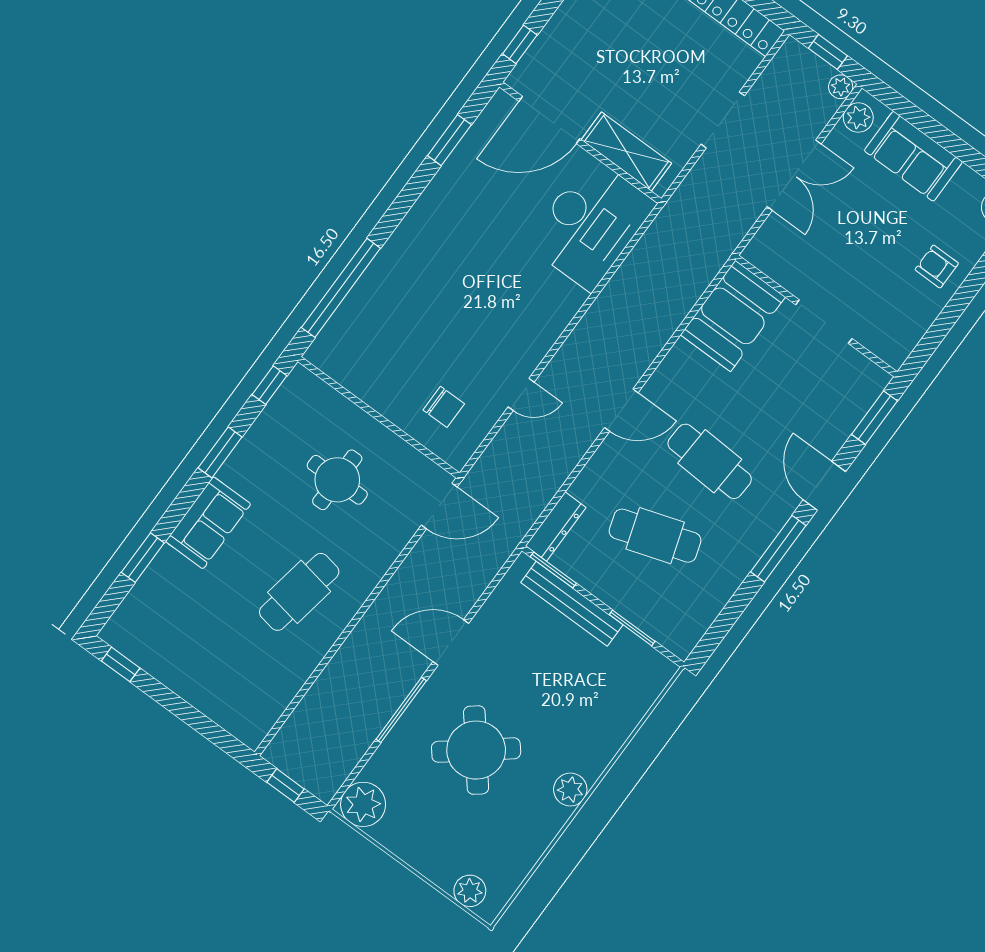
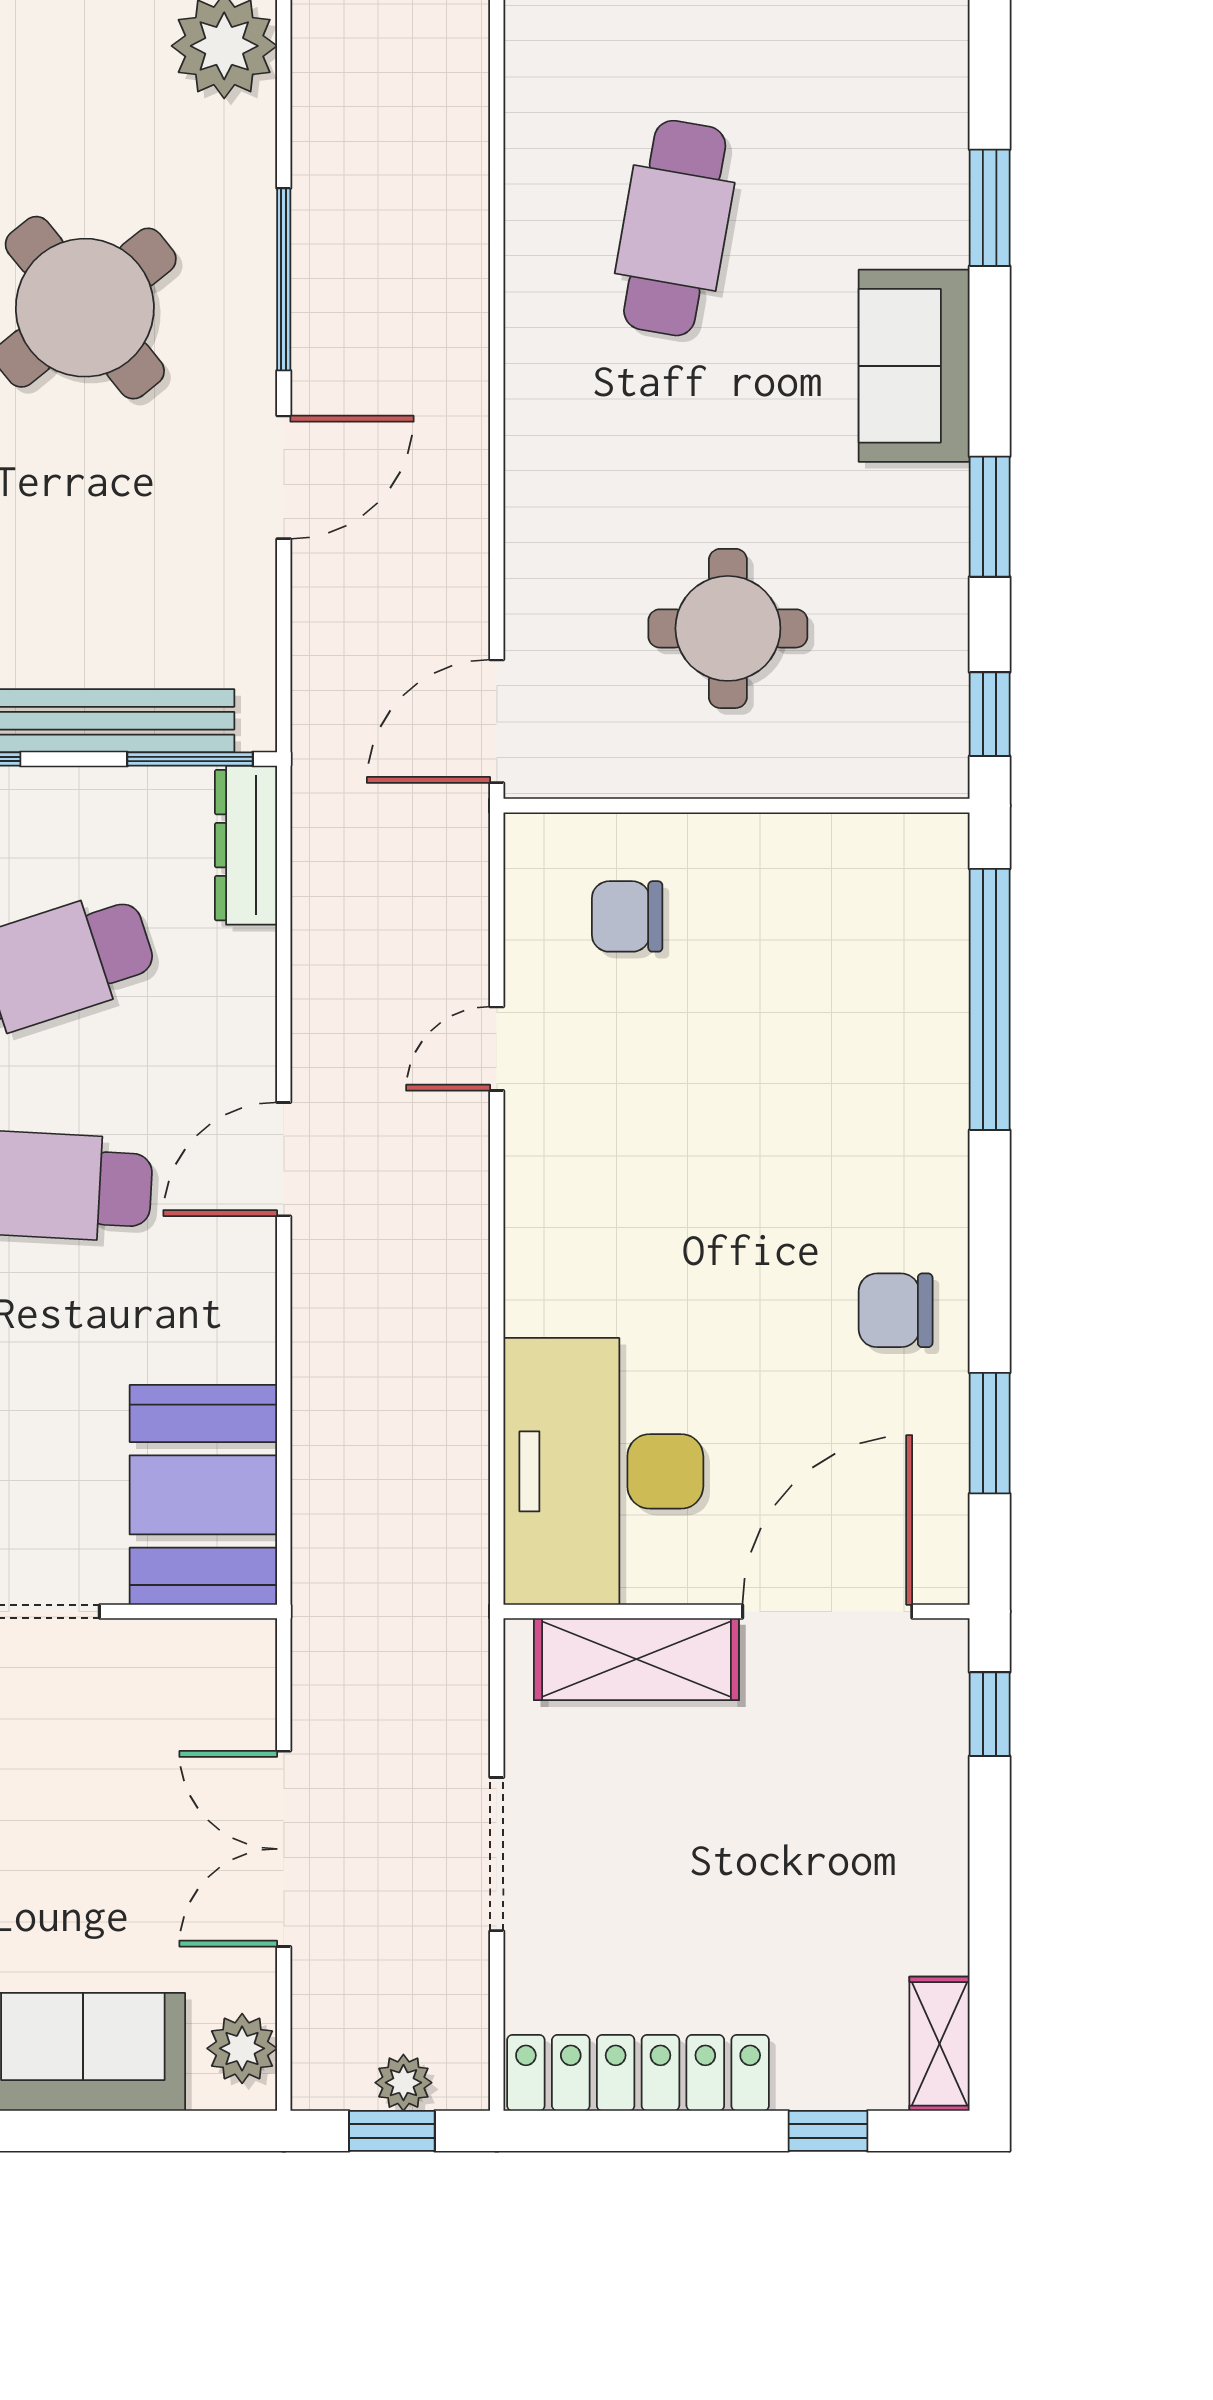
plant: (841, 87) -> (403, 2083), moved
chair: (451, 205) -> (896, 1310), added
cafe table: (299, 592) -> (675, 228), moved

